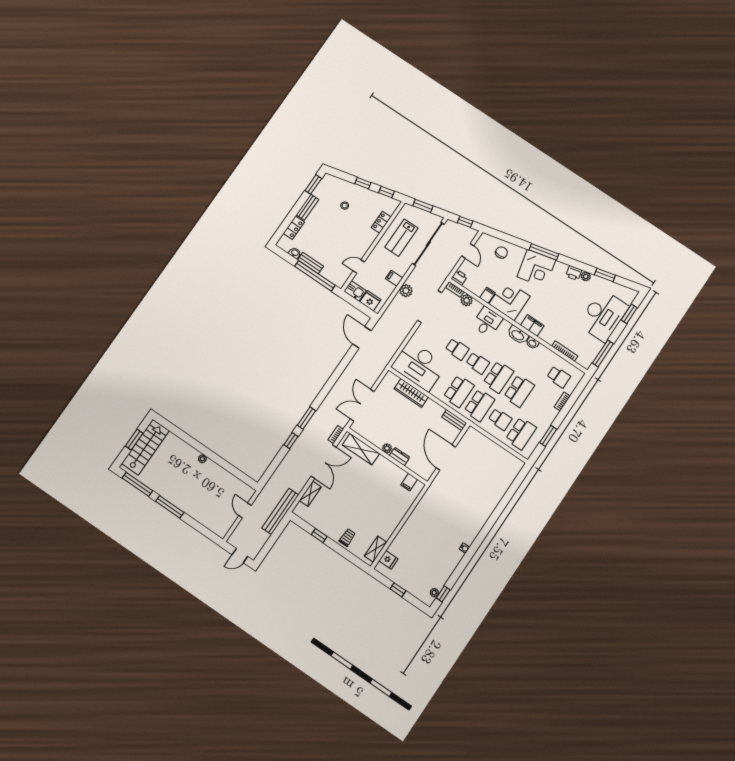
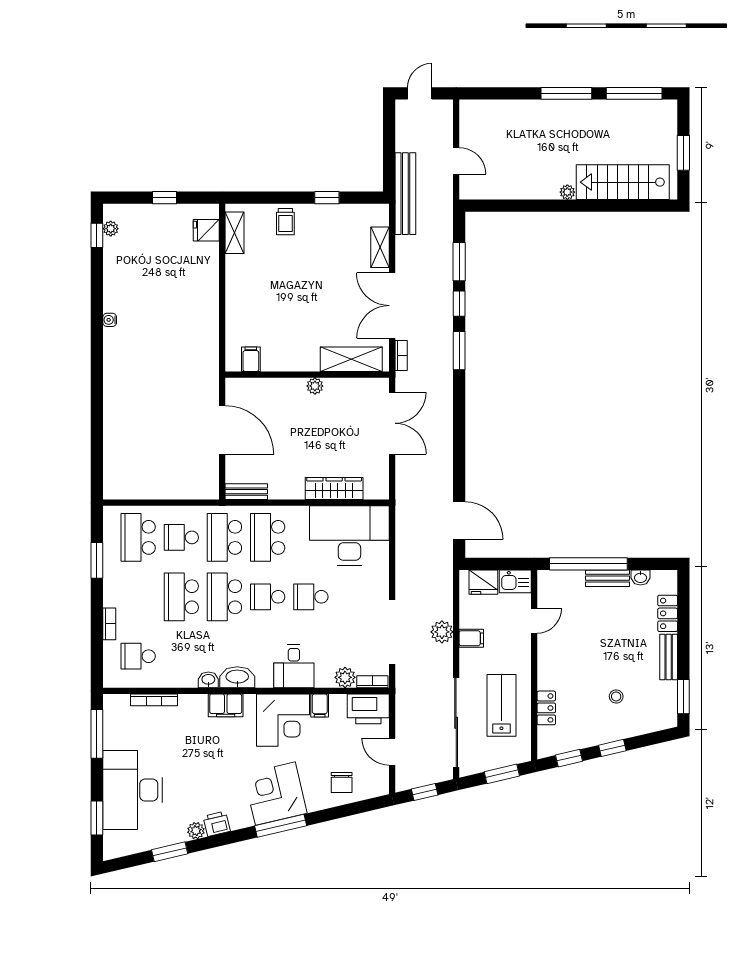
printer: (459, 277) -> (368, 709), width x1.87, depth x1.48
stairs: (145, 447) -> (623, 182), moved, turned 90
dresser: (400, 456) -> (289, 387), removed
window: (277, 461) -> (459, 262), added

